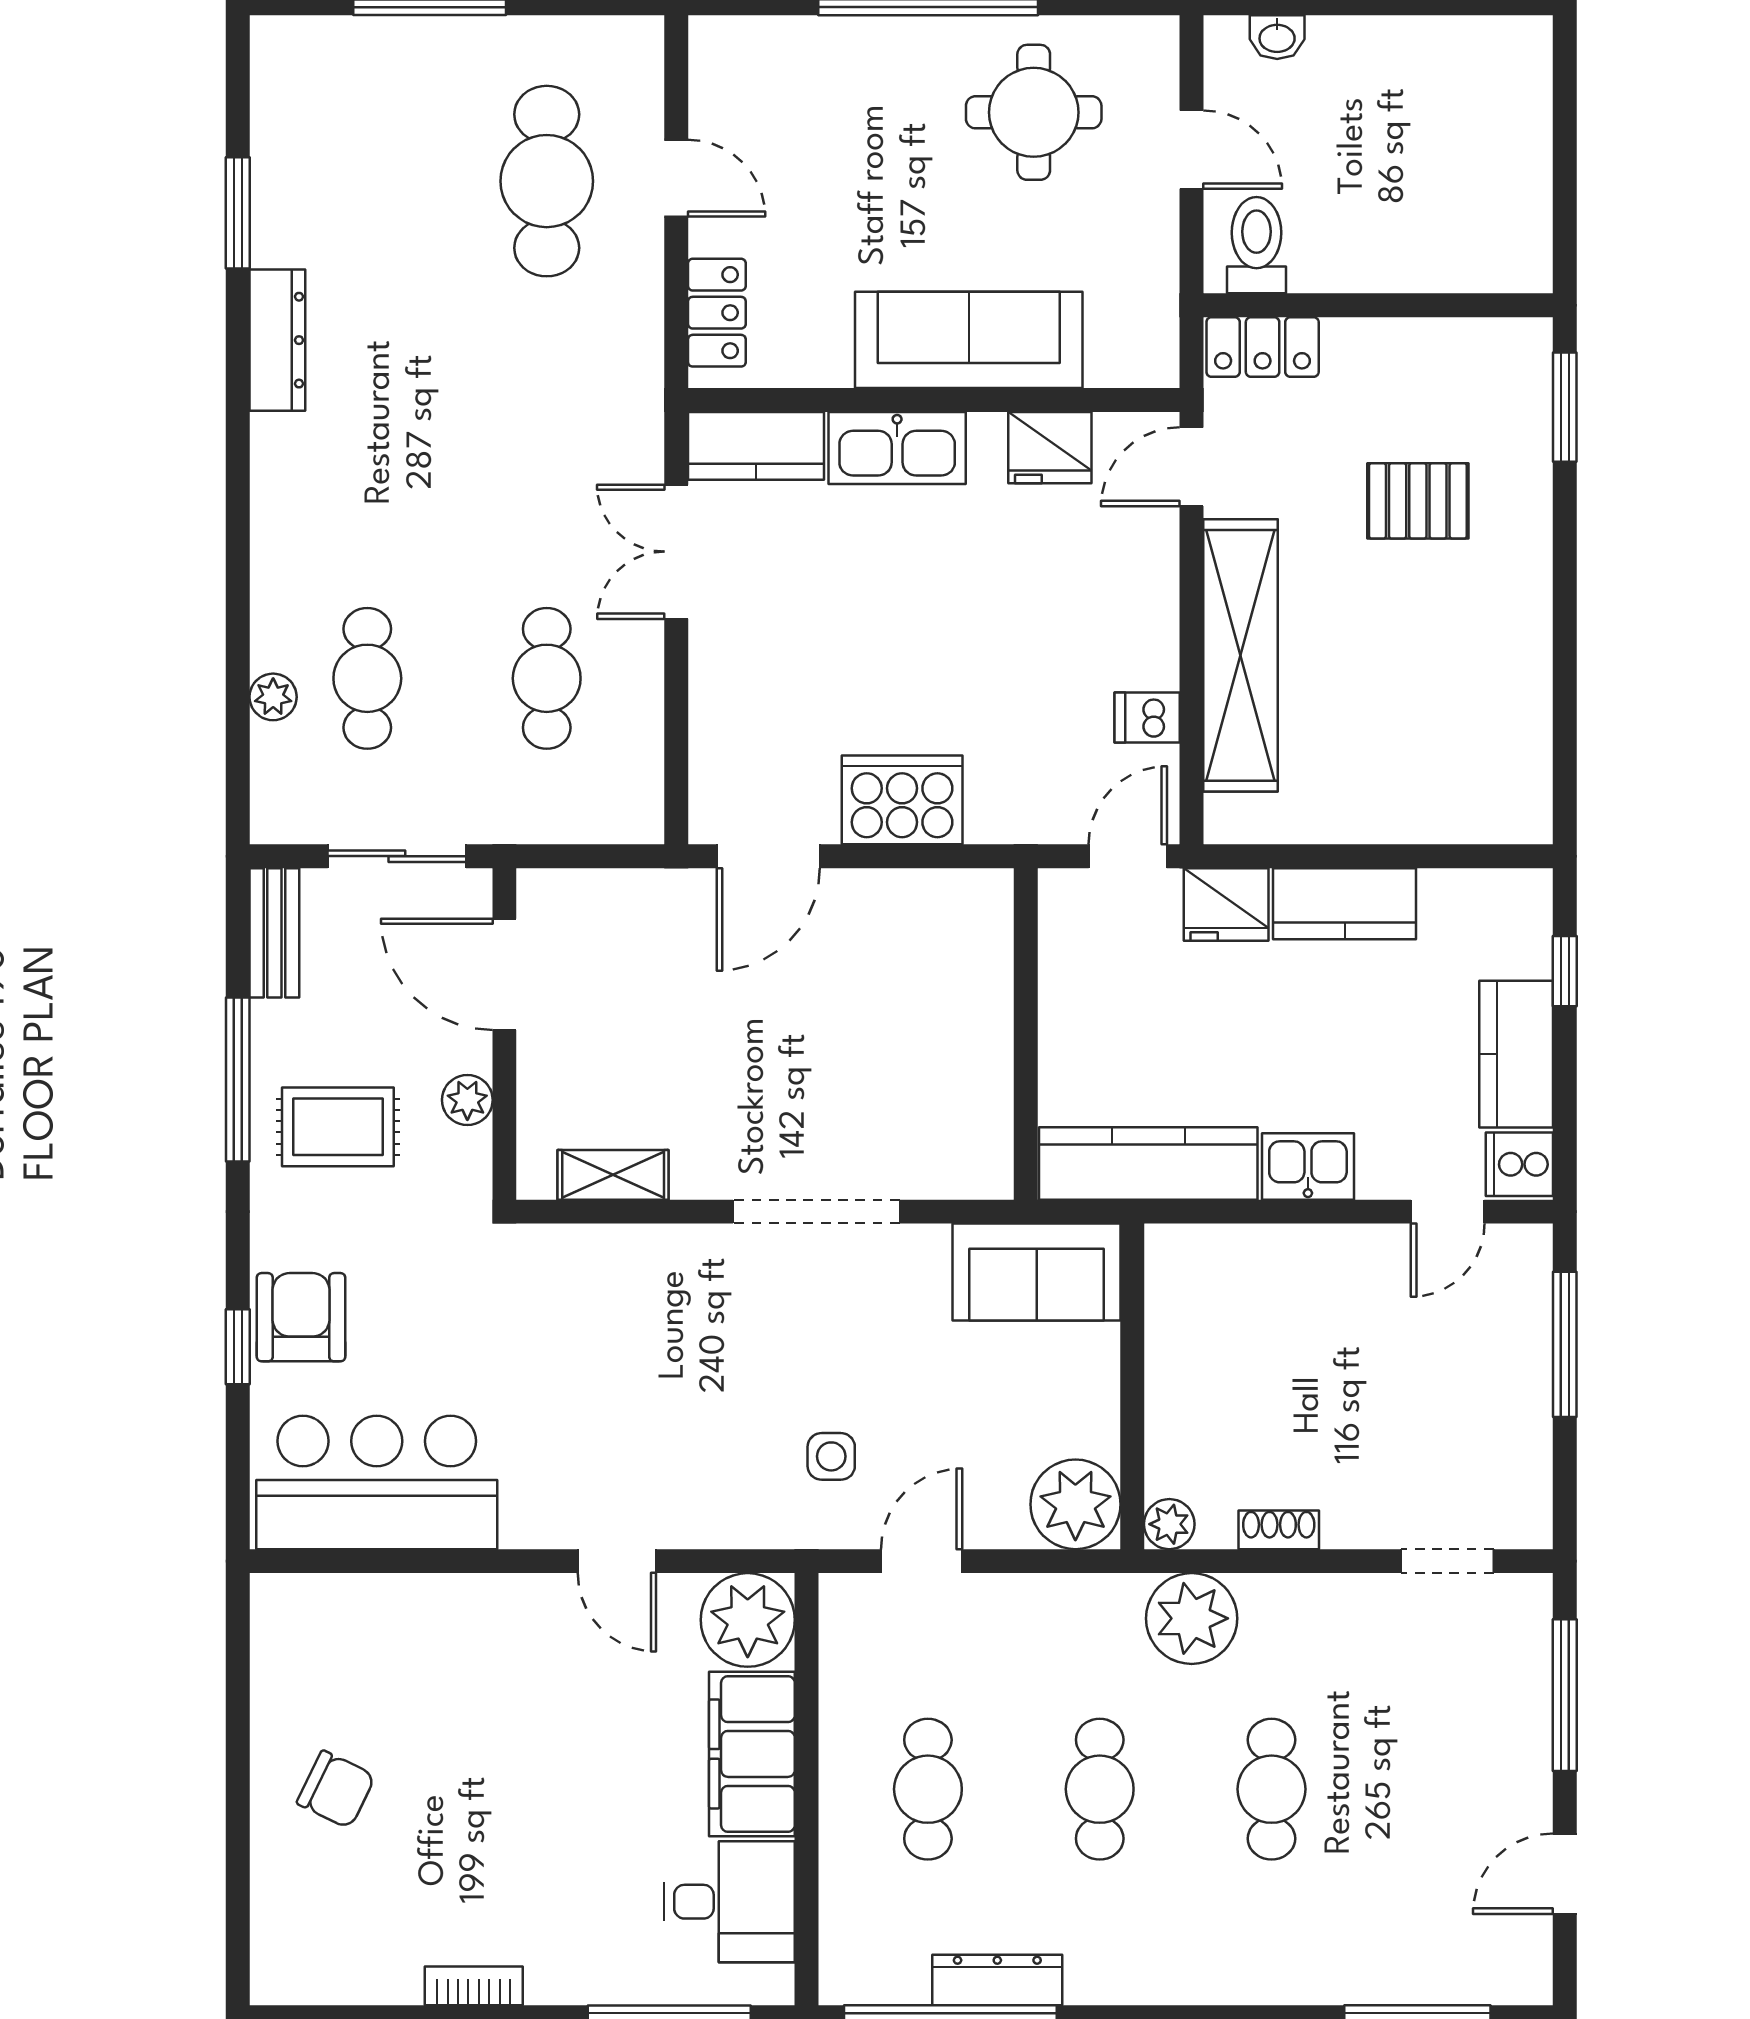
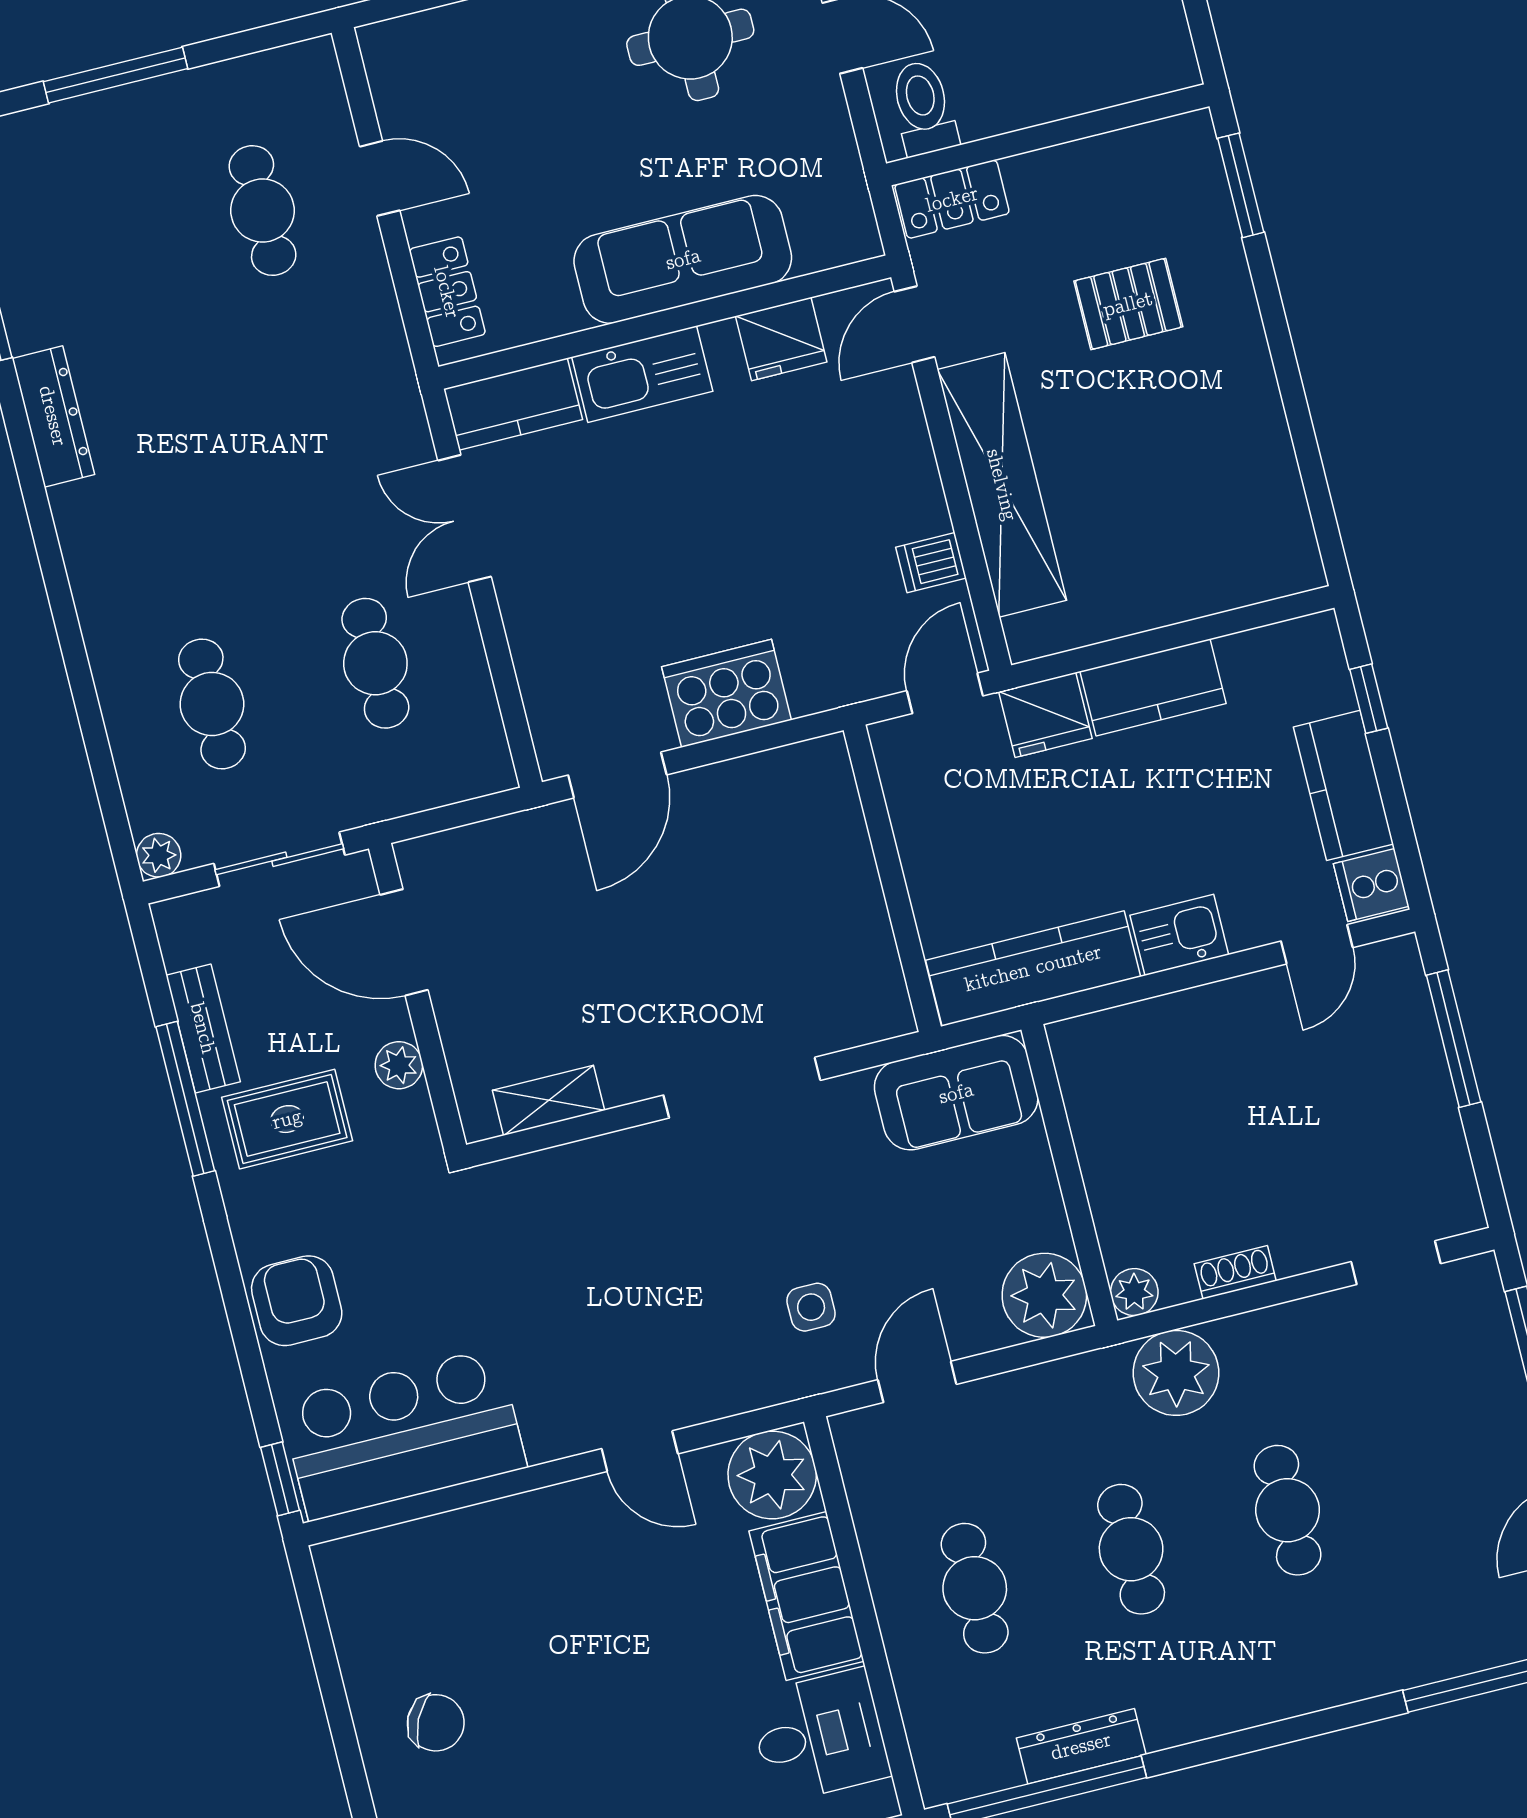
cafe table: (547, 181) -> (263, 211), width x0.73, depth x0.74
plant: (273, 697) -> (159, 855), moved
bench: (274, 933) -> (203, 1028), moved
window: (238, 1347) -> (280, 1479), moved

